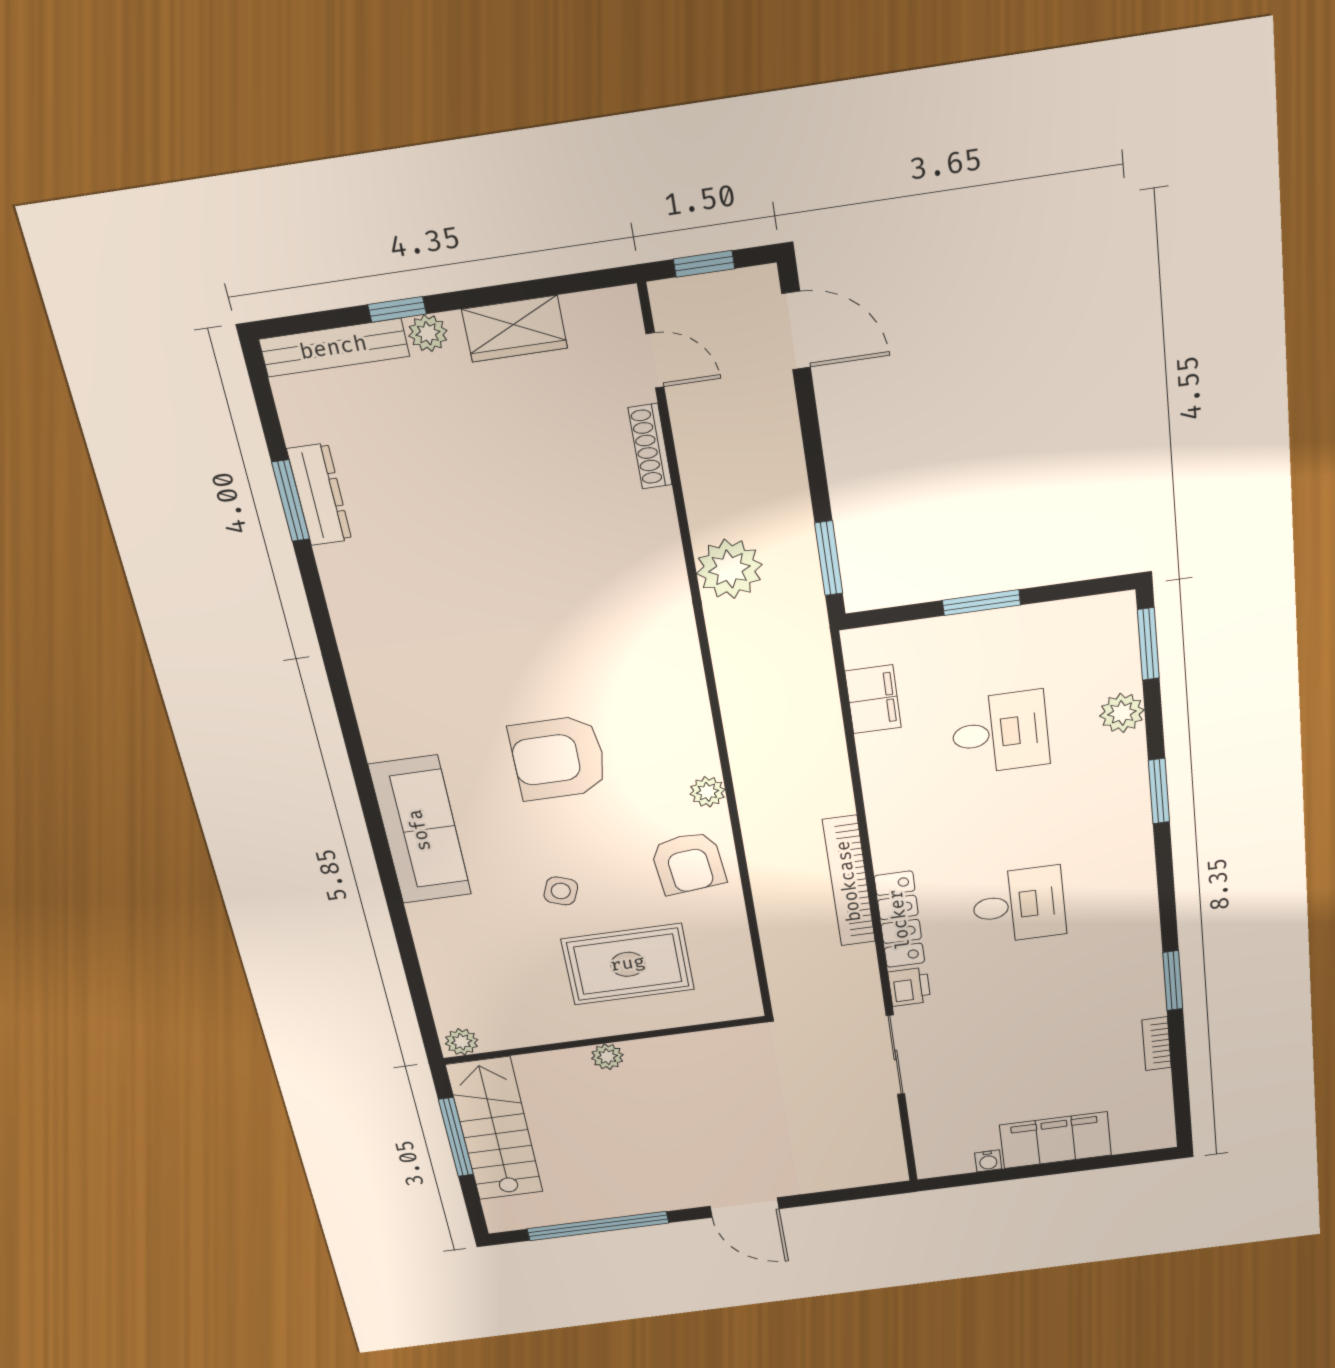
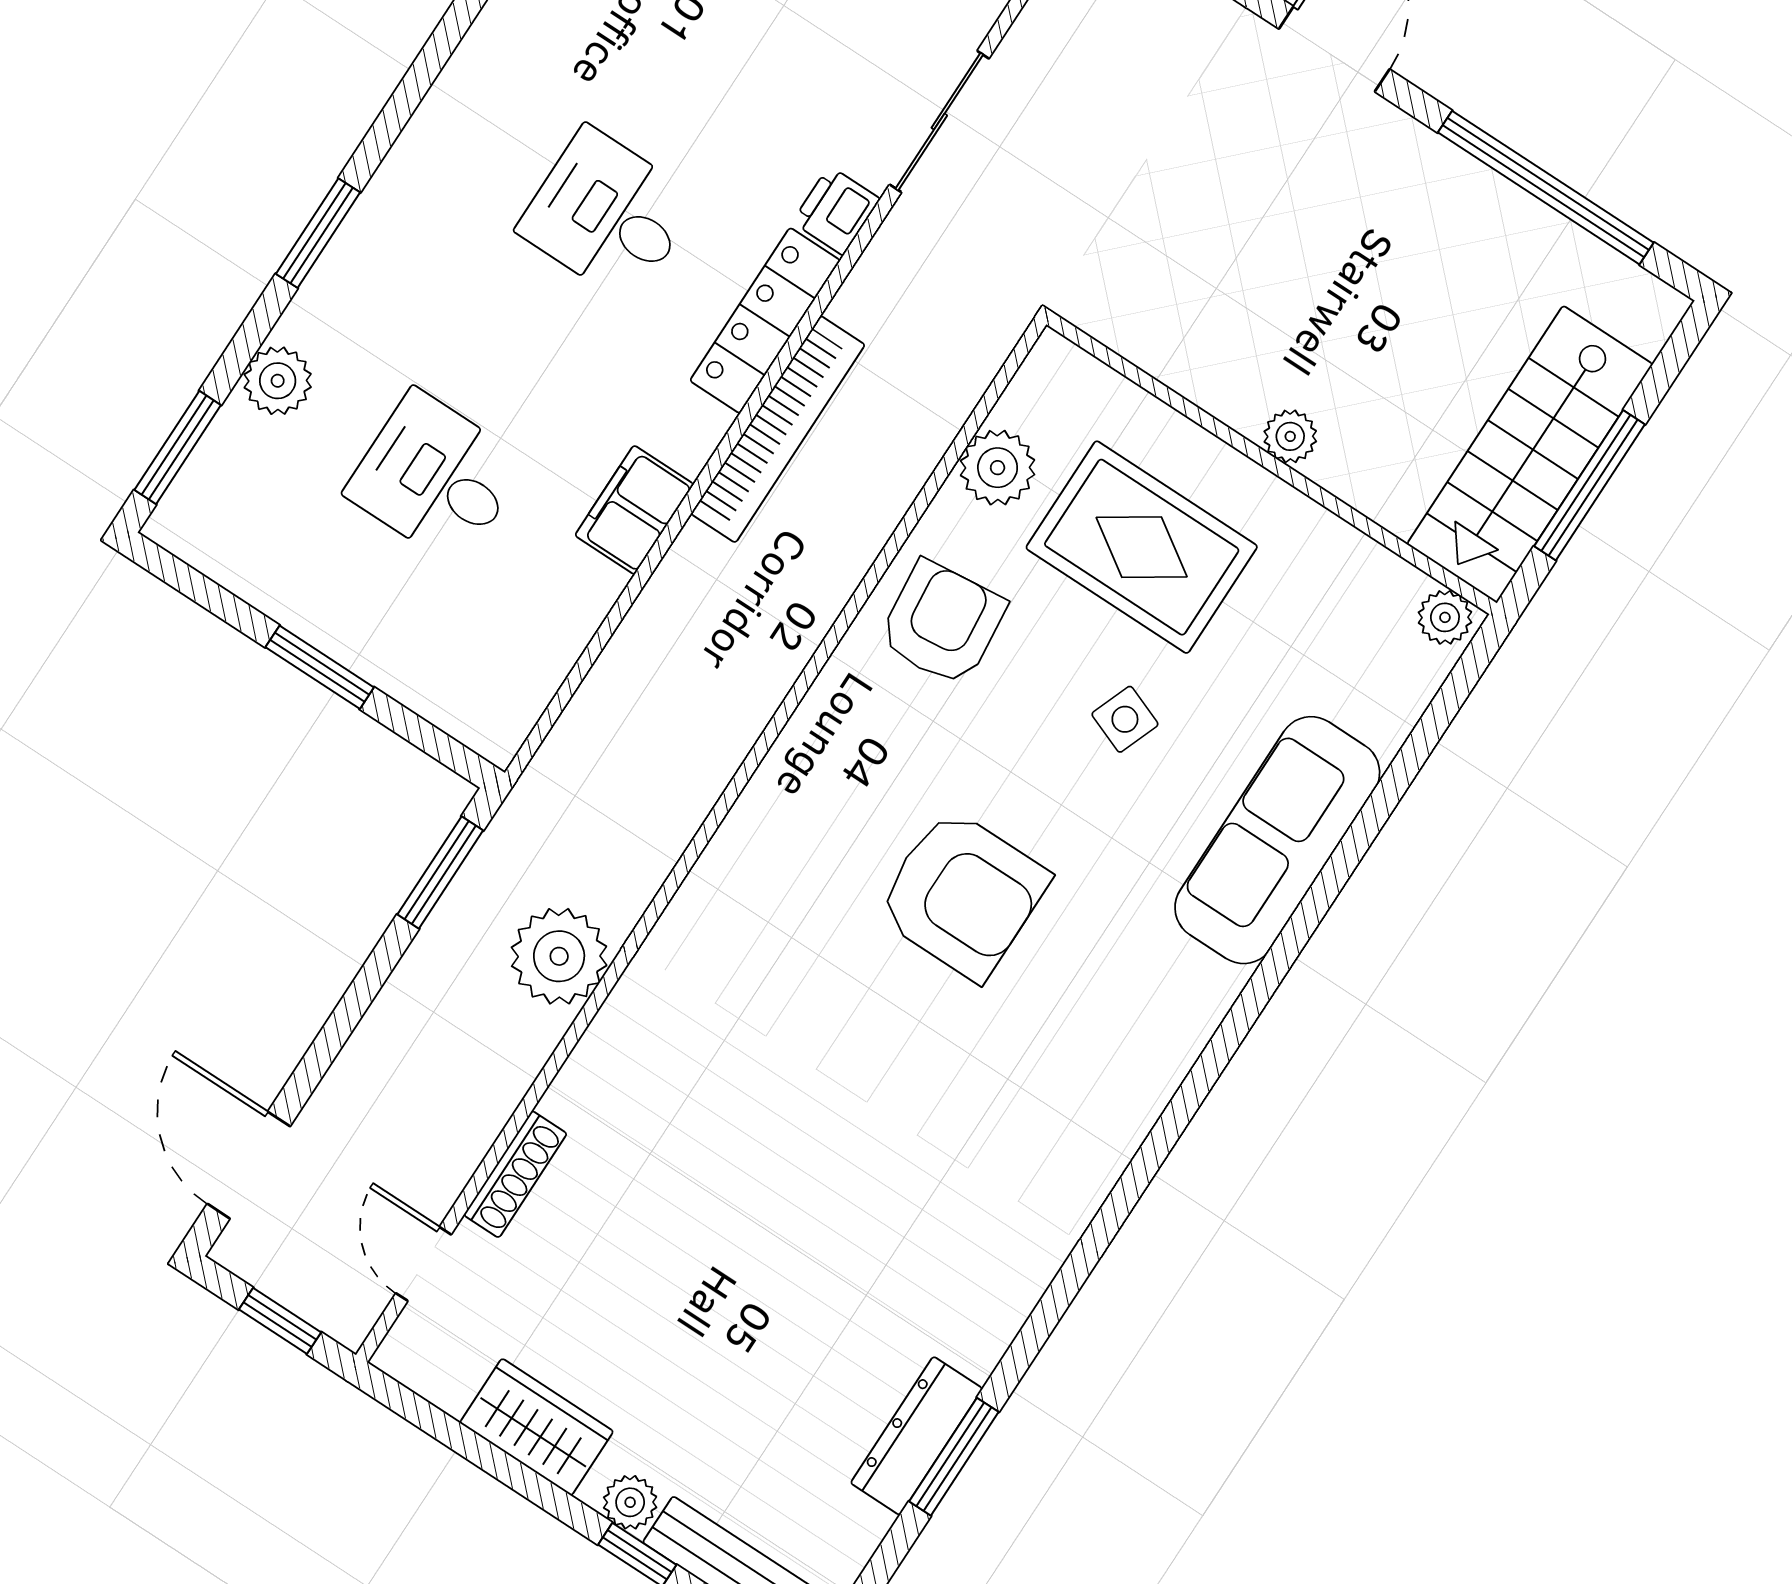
filing cabinet: (873, 699) -> (634, 510), moved
plant: (707, 792) -> (998, 468), moved, width x1.38, depth x1.38
sofa: (420, 830) -> (1277, 840), moved

